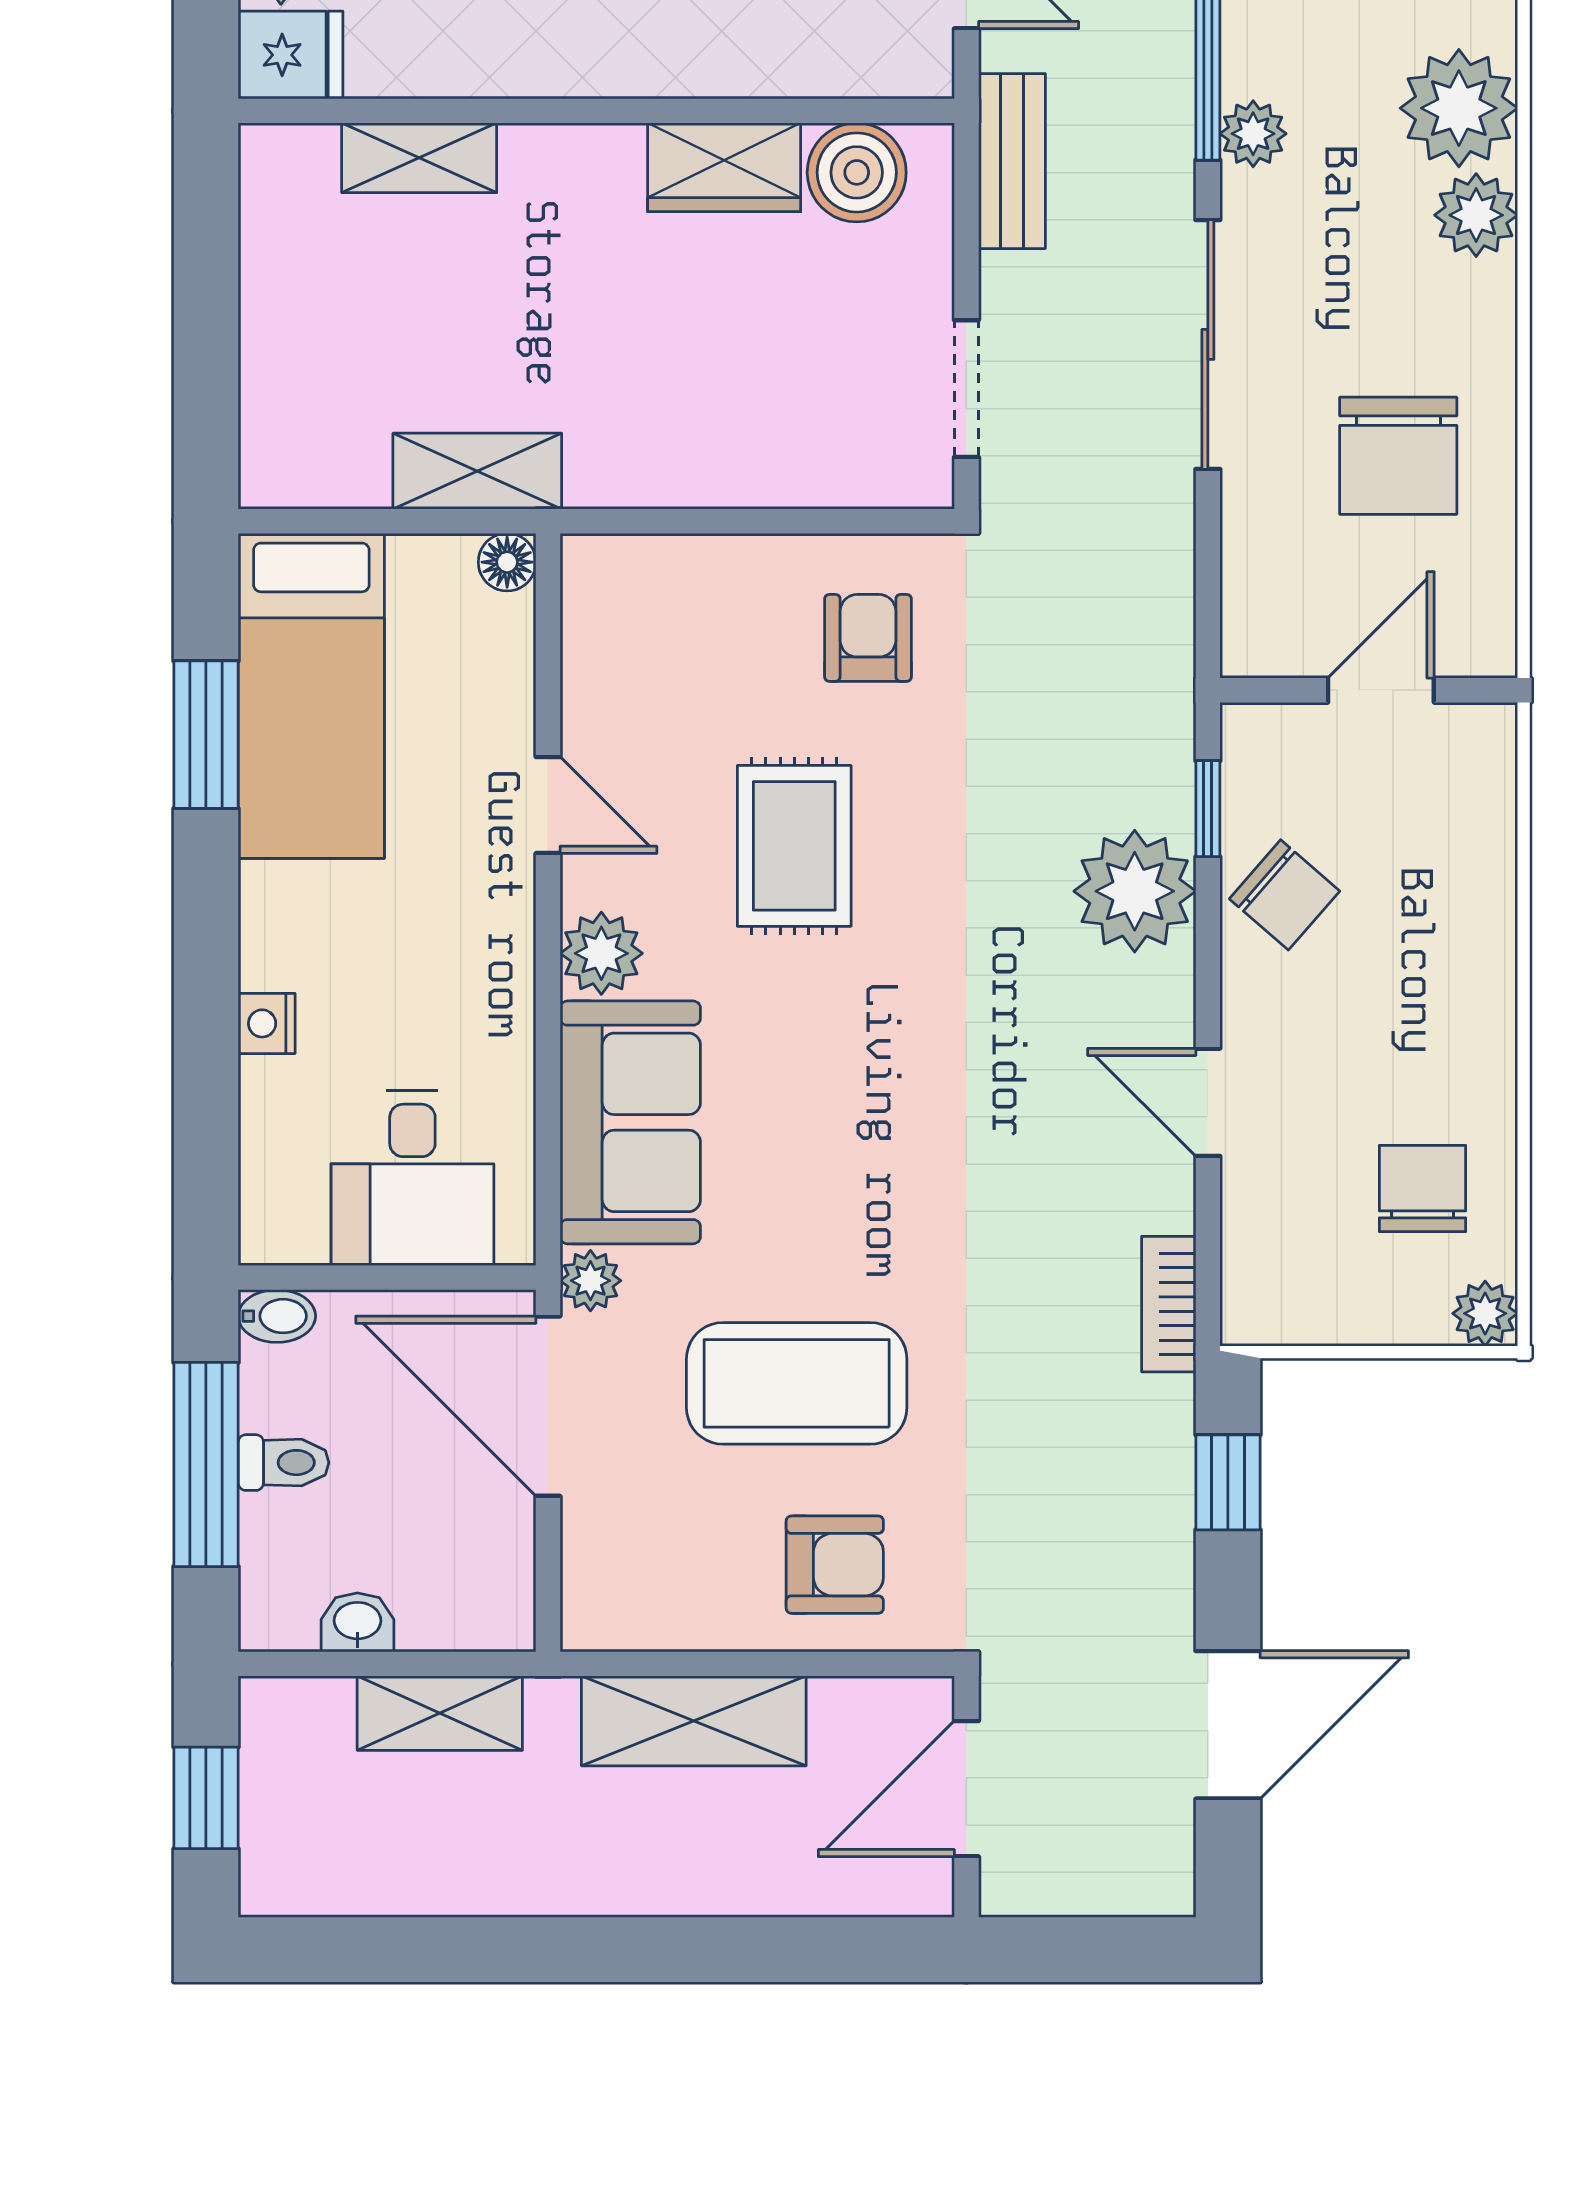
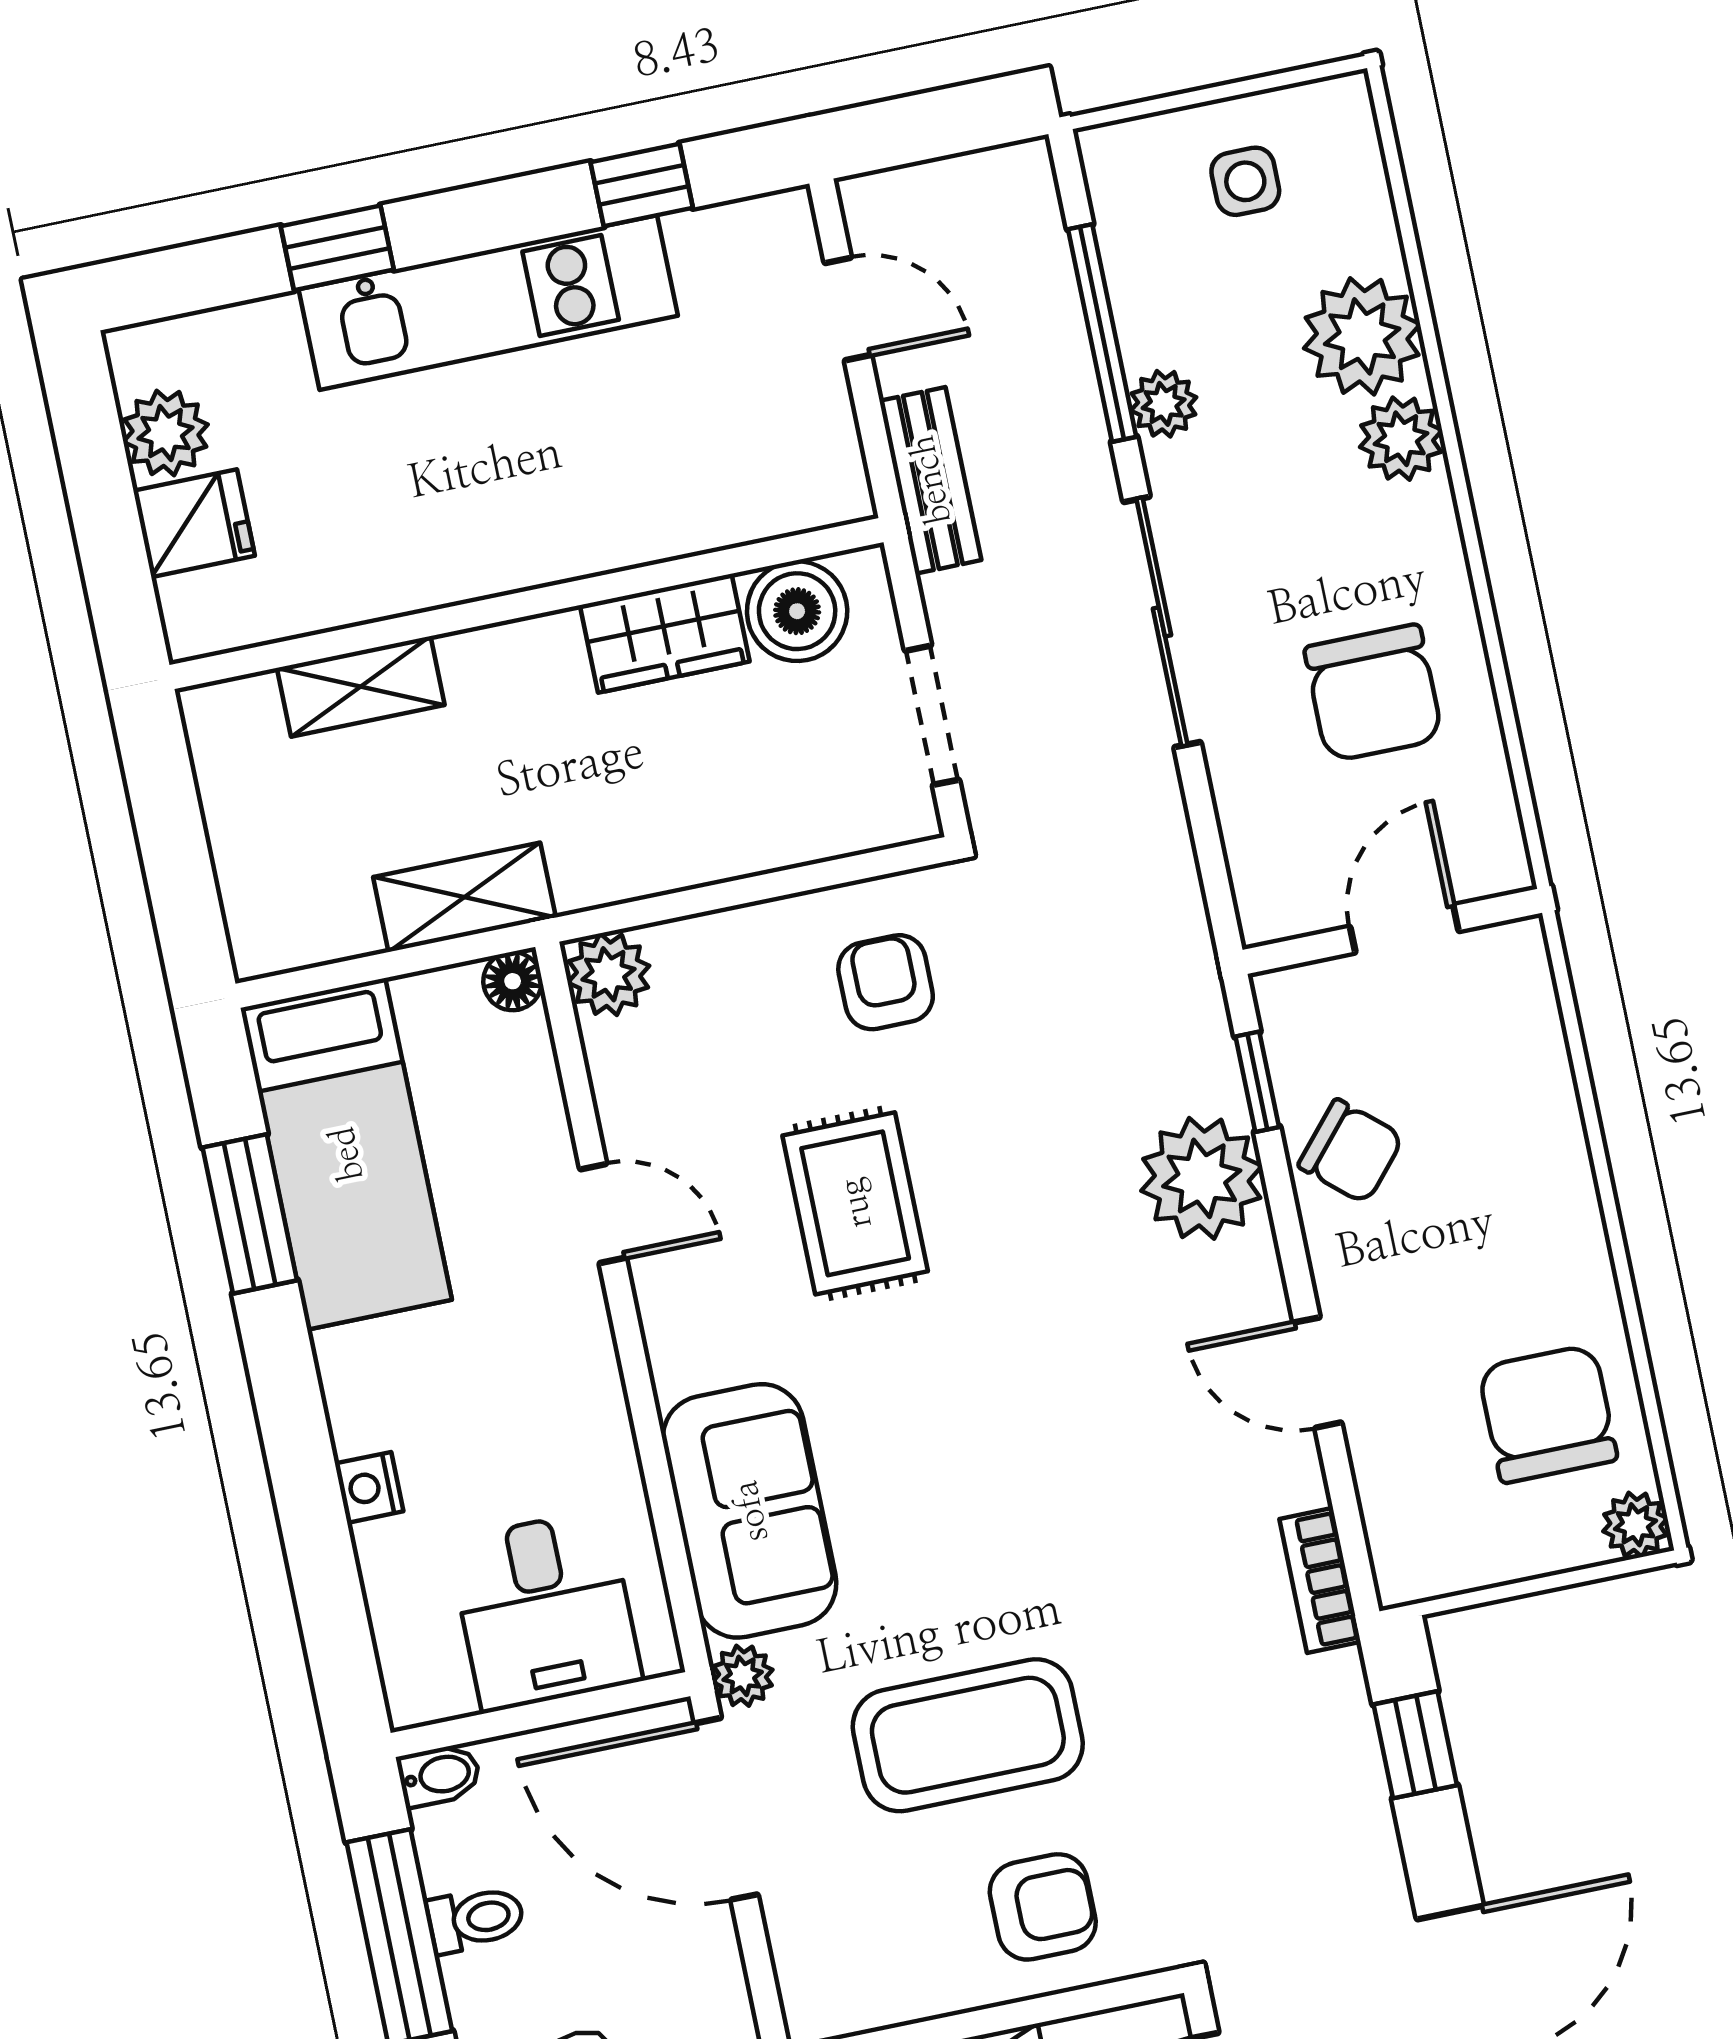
wall: (596, 111) -> (527, 604), moved
shelving: (419, 158) -> (361, 686), moved
wardrobe: (724, 167) -> (665, 633), moved
boiler: (857, 172) -> (797, 611), moved
plant: (601, 953) -> (608, 974), moved
chair: (1422, 1188) -> (1548, 1414), width x1.37, depth x1.37

